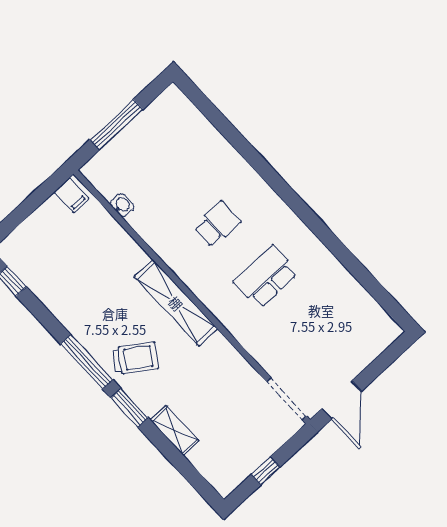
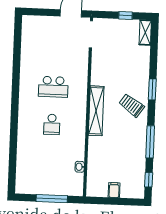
filing cabinet: (71, 195) -> (114, 190), moved
school desk: (217, 224) -> (52, 124), turned -90
window: (87, 362) -> (150, 142), moved
shelving: (175, 430) -> (145, 32), moved

